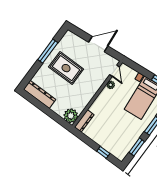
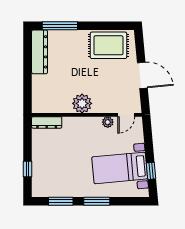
window: (48, 51) -> (60, 26), moved
rug: (66, 68) -> (108, 45), moved, turned 90
plant: (71, 116) -> (82, 103), moved

